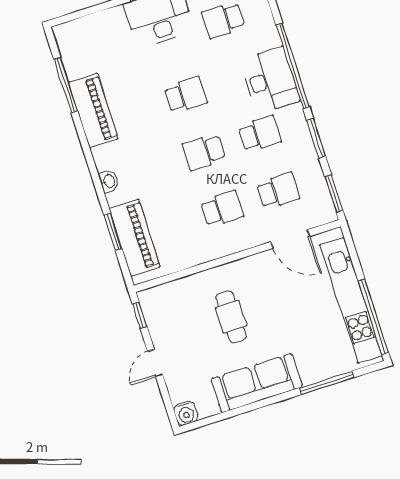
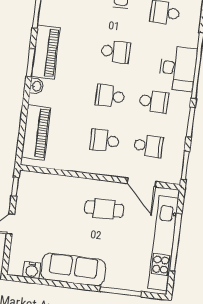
piano: (93, 111) -> (46, 52), moved
school desk: (222, 209) -> (105, 140), turned 180
window: (113, 232) -> (31, 63), moved
cafe table: (231, 317) -> (104, 209), moved, turned 90
window: (373, 317) -> (176, 242), moved
water cooler: (186, 413) -> (32, 270), moved

